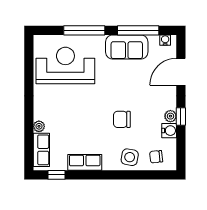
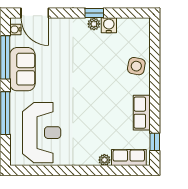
reception desk: (65, 65) -> (42, 133), turned 180
door: (181, 72) -> (35, 13), moved
chair: (122, 119) -> (97, 74), removed
chair: (156, 157) -> (136, 39), removed

